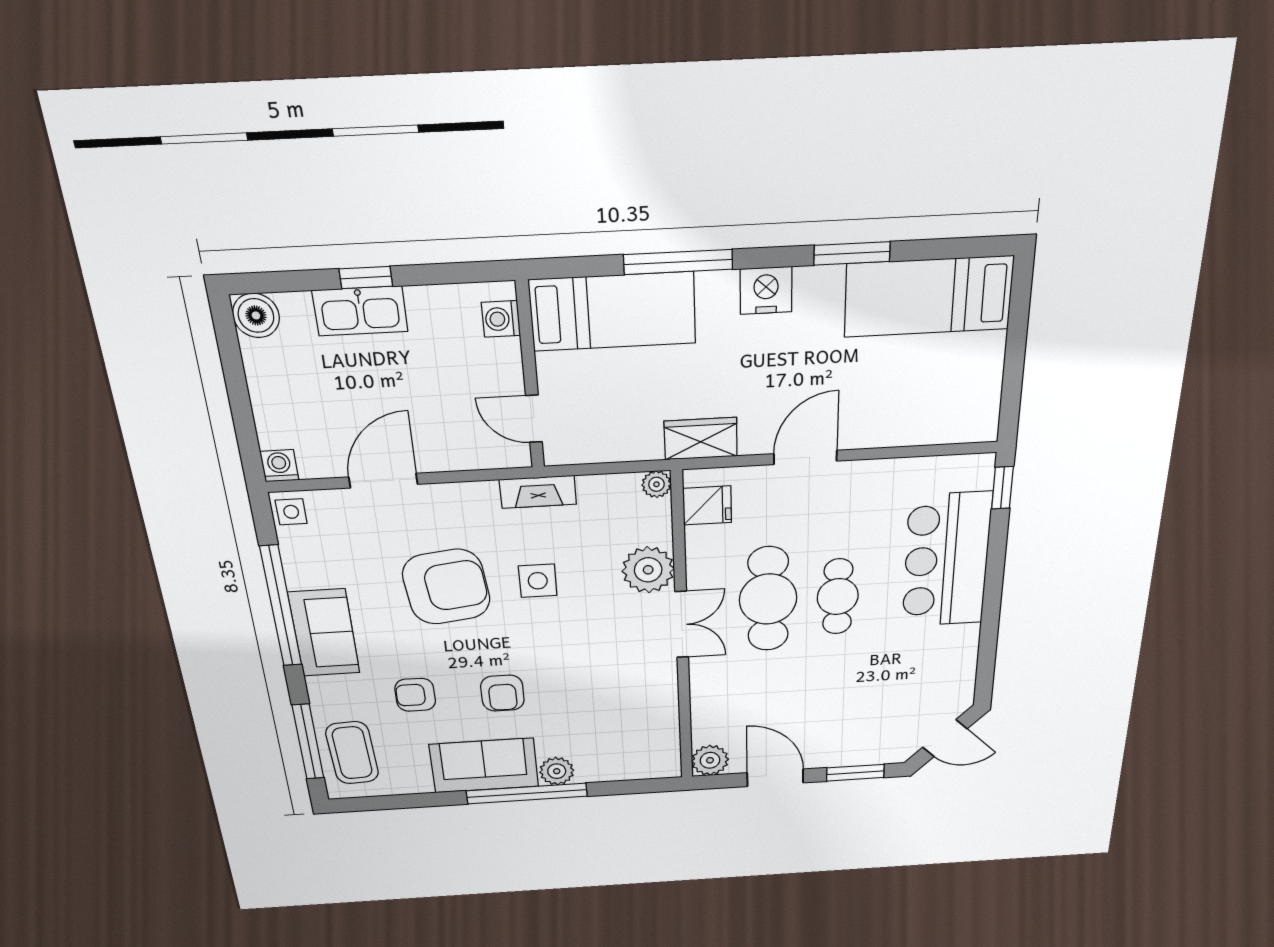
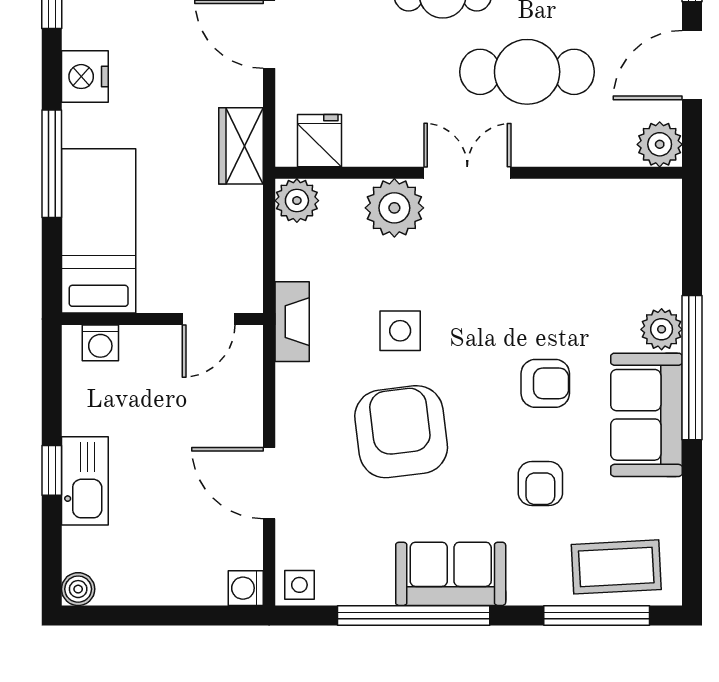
boiler: (256, 315) -> (78, 589), width x0.73, depth x0.73
plant: (656, 484) -> (297, 201), width x1.38, depth x1.38
cafe table: (768, 599) -> (527, 72), moved

